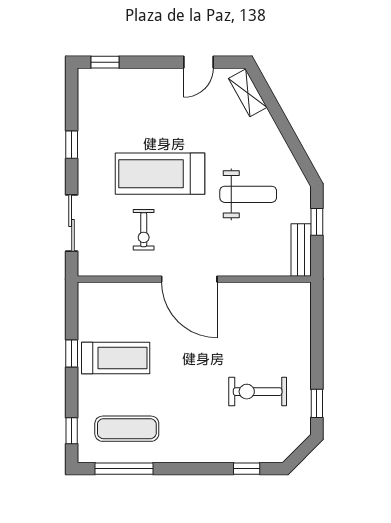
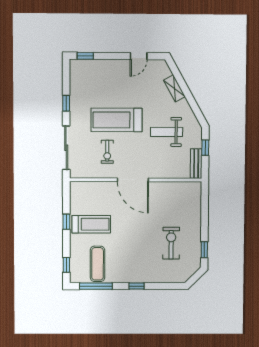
shelving: (248, 93) -> (174, 88), moved
weight bench: (248, 194) -> (167, 132), turned 180
sliding door: (72, 223) -> (66, 148), width x1.37
exercise bike: (258, 392) -> (171, 243), turned 90
exercise mat: (127, 429) -> (98, 264), turned 90
window: (247, 469) -> (137, 286), moved

